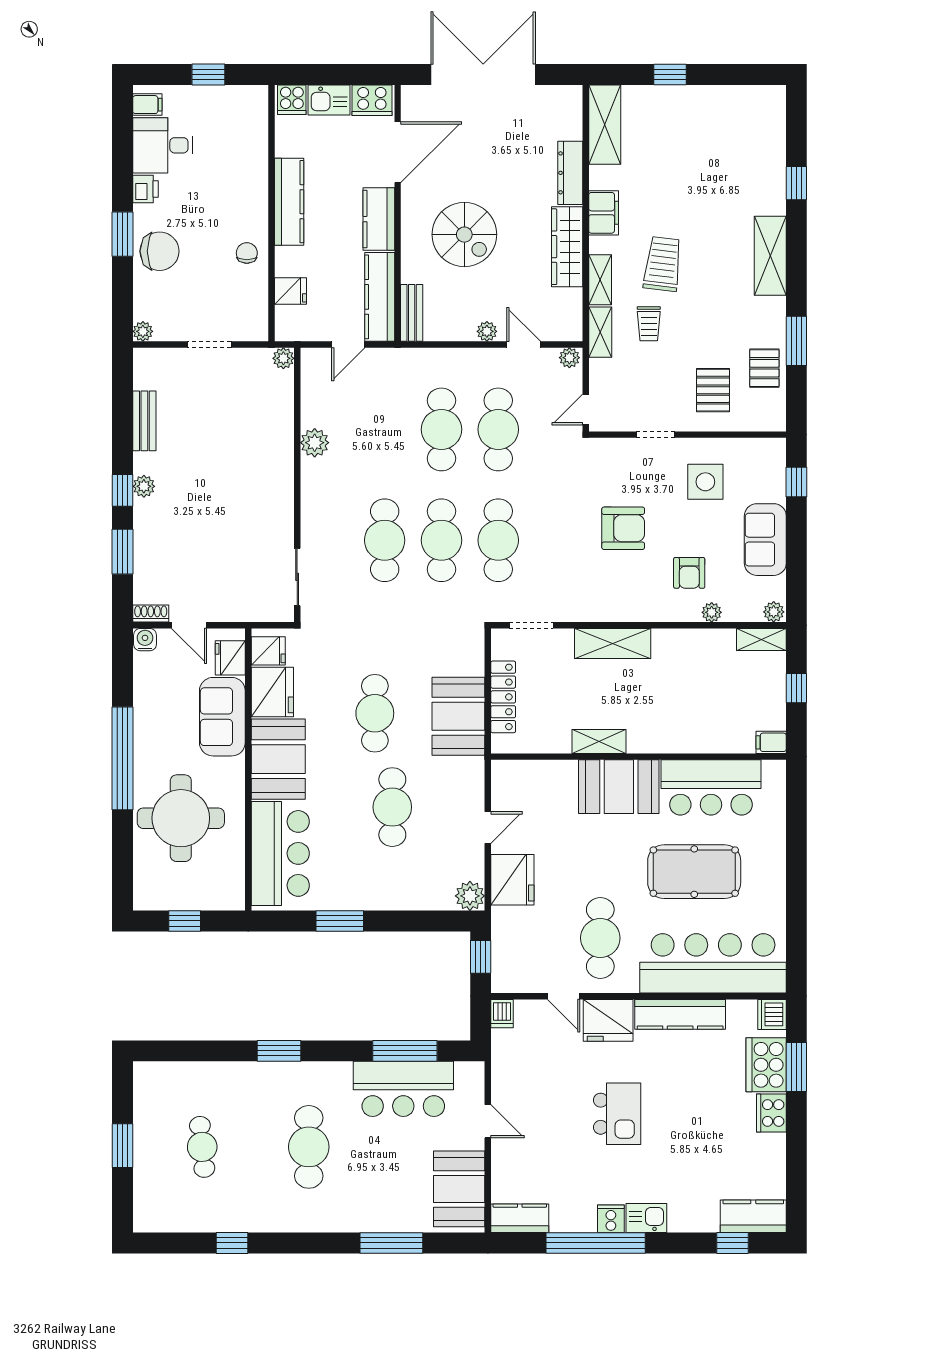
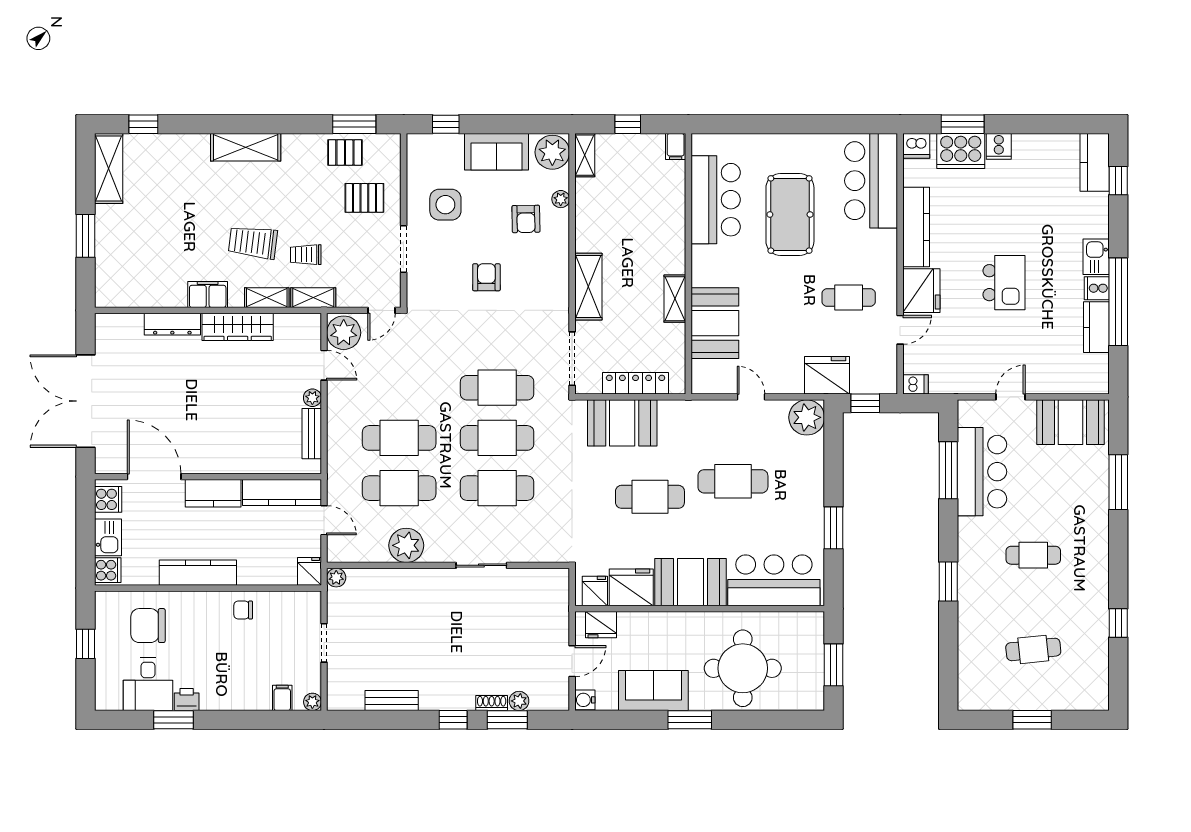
window: (670, 74) -> (85, 236), width x1.50
cooker: (372, 100) -> (108, 499), width x0.73
filing cabinet: (147, 105) -> (282, 698), moved
shelving: (605, 125) -> (109, 168), moved, turned 90
window: (796, 183) -> (143, 124), moved
window: (123, 234) -> (173, 720), moved
spiral stairs: (464, 235) -> (227, 418), removed
chair: (160, 251) -> (148, 626), moved, turned -90
fridge: (290, 291) -> (309, 571), moved
bench: (412, 313) -> (312, 434), moved, turned 90
trolley: (649, 324) -> (306, 255), turned 180
window: (796, 341) -> (354, 124), moved
door: (524, 344) -> (324, 365), swing flipped
plant: (569, 358) -> (344, 333), width x1.88, depth x1.88
door: (586, 409) -> (381, 310), hinge flipped
cafe table: (498, 429) -> (399, 488), moved
doorway: (655, 435) -> (404, 249), width x1.38
plant: (315, 443) -> (406, 545), width x1.36, depth x1.36
plant: (144, 486) -> (519, 701), moved
armchair: (623, 528) -> (486, 277), width x0.72, depth x0.72
armchair: (689, 573) -> (526, 219), turned 89
sliding door: (297, 577) -> (481, 565), moved
plant: (774, 612) -> (552, 152), width x1.88, depth x1.88
shoe rack: (151, 613) -> (492, 703), moved, turned 90
doorway: (531, 625) -> (572, 359), width x1.38
booth: (458, 716) -> (622, 423), moved
sofa: (222, 717) -> (653, 691), moved, turned 180
window: (123, 758) -> (690, 720), width x0.47
booth: (619, 787) -> (715, 323), moved
fridge: (512, 880) -> (827, 375), moved
plant: (470, 896) -> (807, 417), width x1.36, depth x1.36
window: (185, 921) -> (834, 665), width x1.50
cafe table: (600, 938) -> (849, 298), width x0.73, depth x0.74
bar counter: (713, 963) -> (871, 181), width x0.73
cooker: (771, 1113) -> (999, 146), width x0.73
kitchen island: (617, 1114) -> (1004, 283), turned 90
cafe table: (309, 1147) -> (1033, 555), width x0.73, depth x0.74
kitchen counter: (520, 1218) -> (1096, 327), moved

